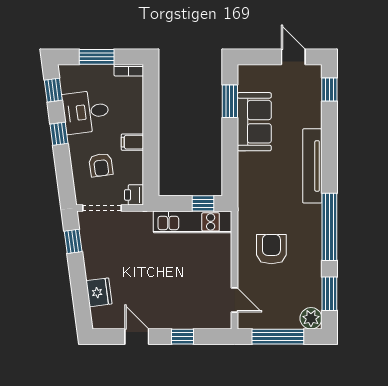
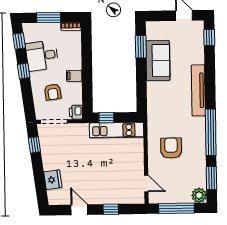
window: (203, 203) -> (106, 118), moved

